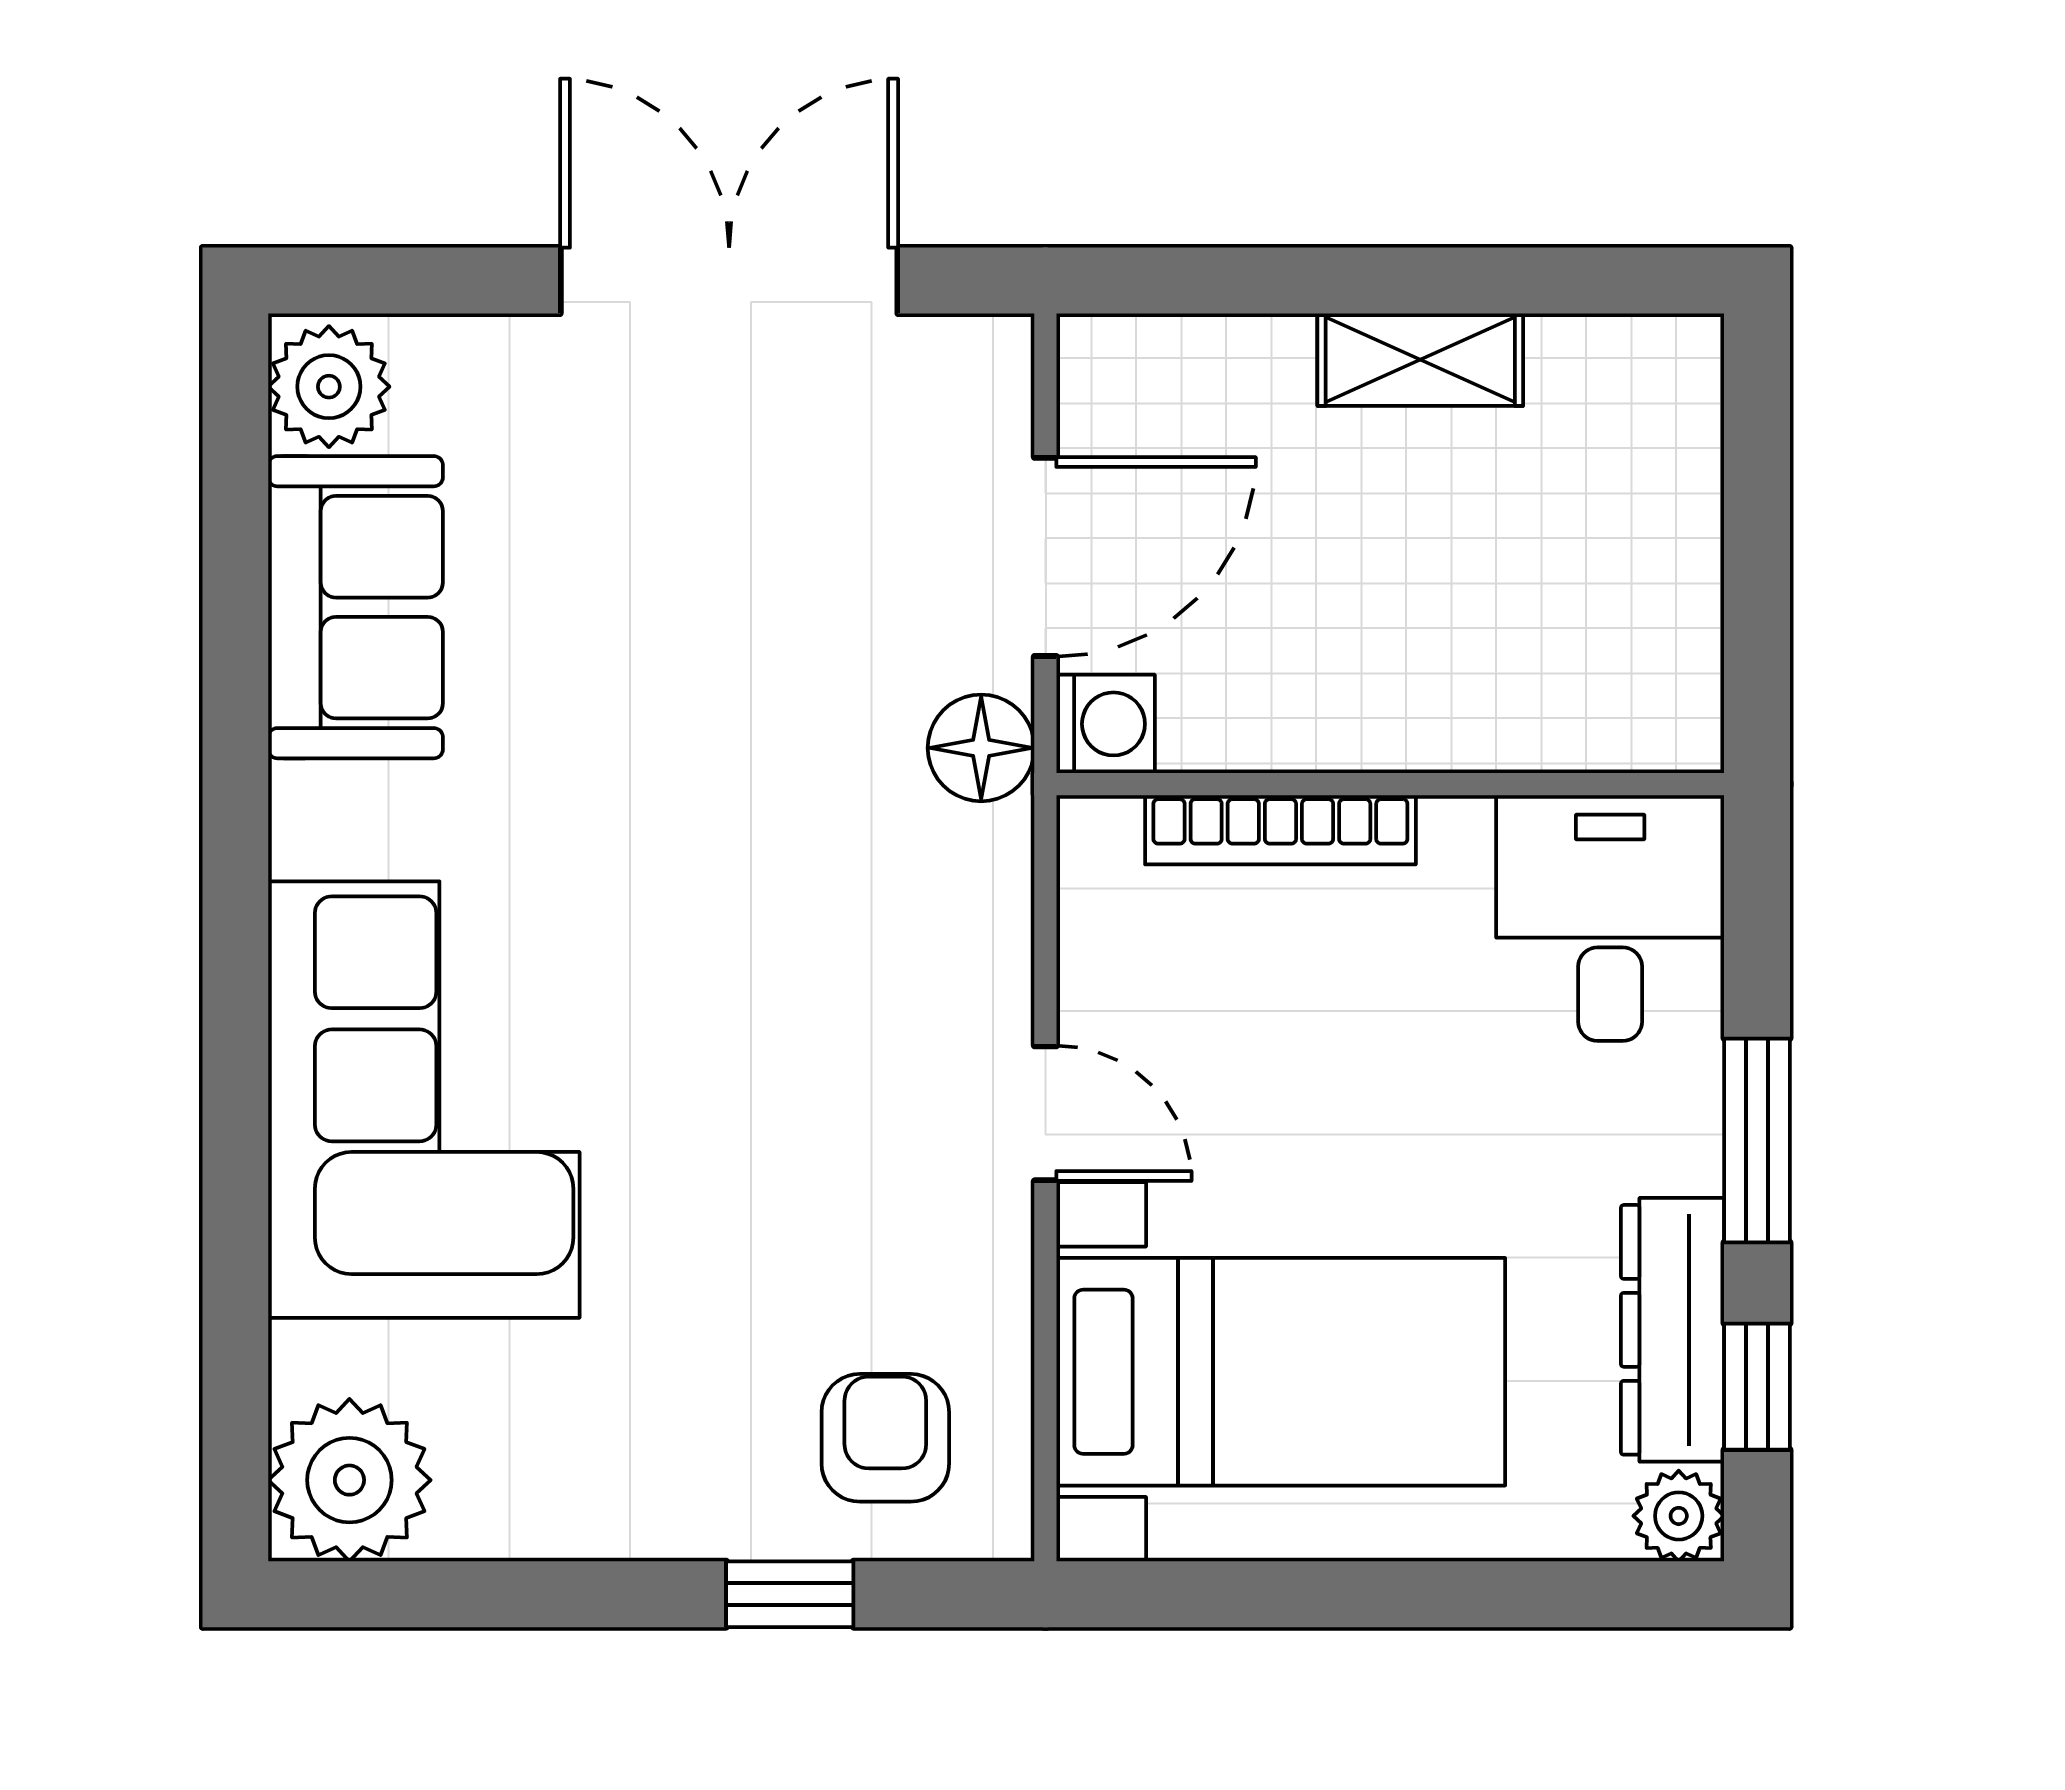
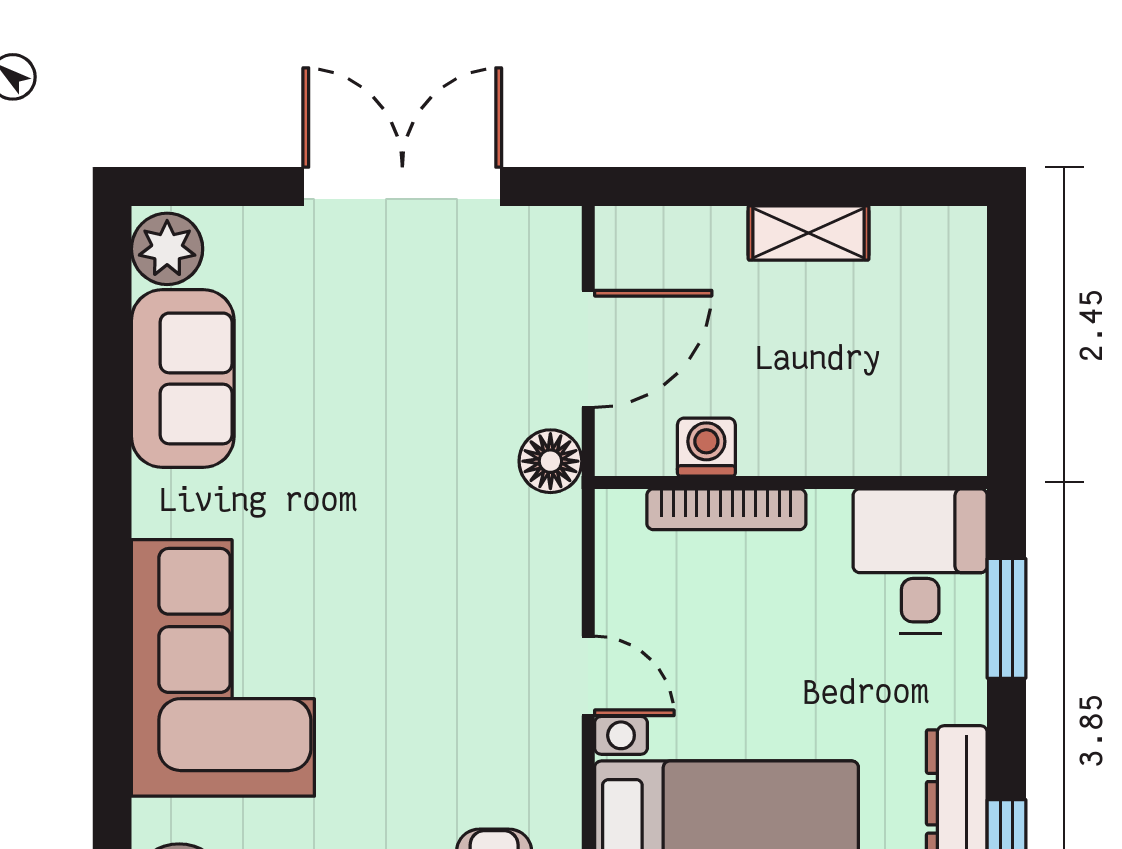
washing machine: (1106, 724) -> (706, 447), moved, turned -90
window: (1757, 1140) -> (1006, 618), moved

